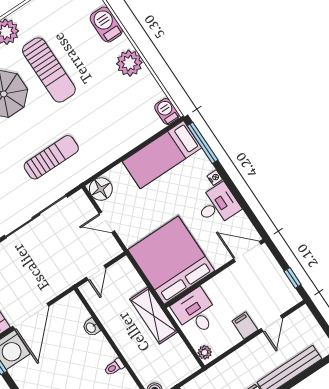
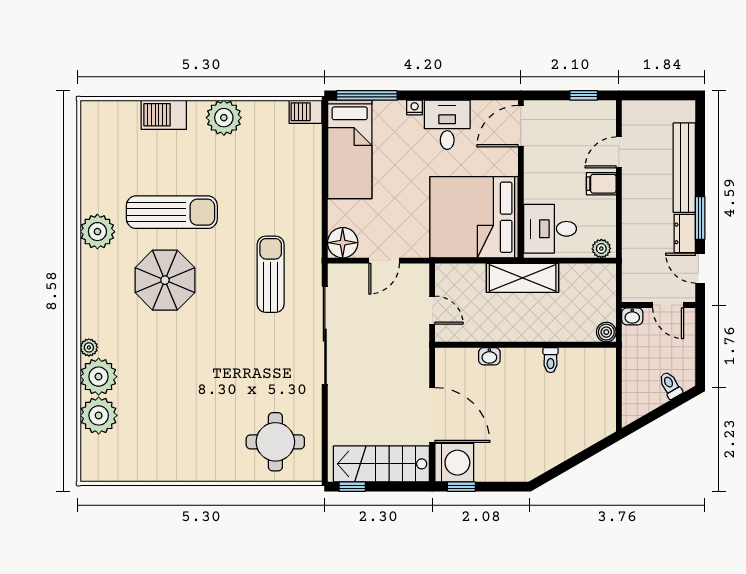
door: (272, 324) -> (619, 152), swing flipped

